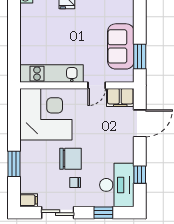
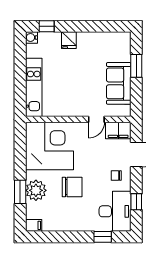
window: (140, 57) -> (136, 66), moved
kitchen unit: (52, 74) -> (34, 87), moved, turned 90
plant: (31, 162) -> (36, 190), added
chair: (75, 183) -> (116, 175), moved
sliding door: (58, 213) -> (60, 237), removed

